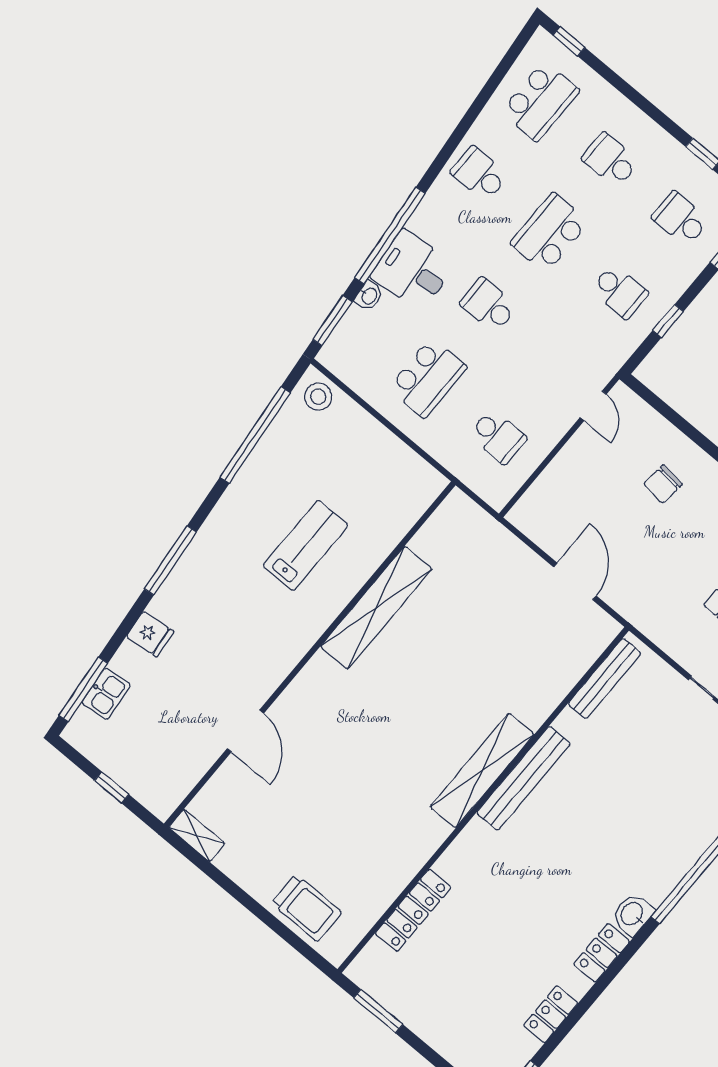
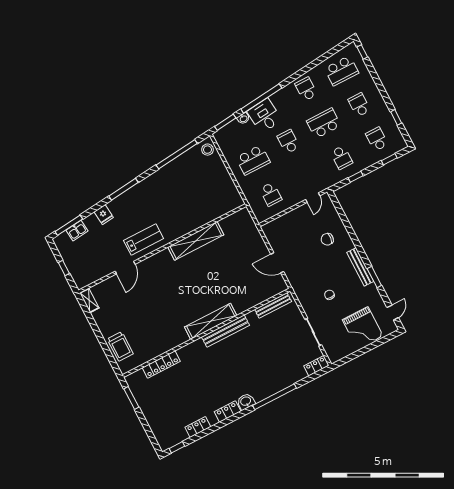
lab bench: (306, 545) -> (144, 239), moved
door: (575, 581) -> (277, 263), swing flipped

